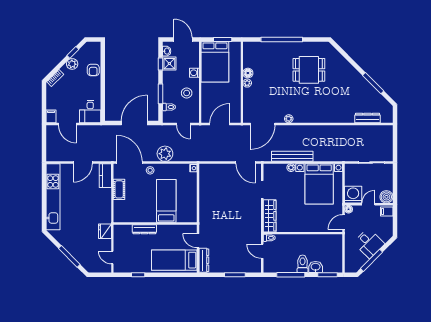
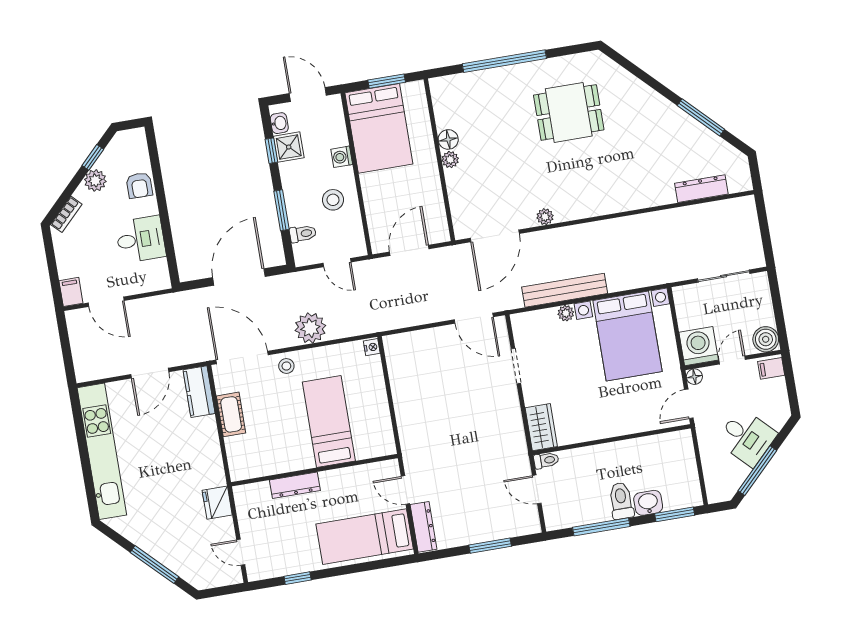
desk: (90, 112) -> (141, 239), moved, turned -90
wardrobe: (270, 216) -> (541, 427), width x0.67

